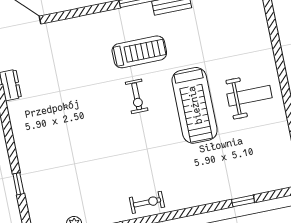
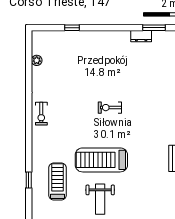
treadmill: (139, 52) -> (57, 181), moved, turned 180
exercise bike: (137, 96) -> (110, 108), moved

